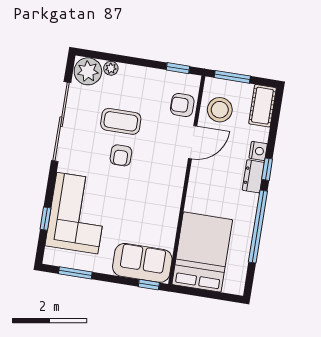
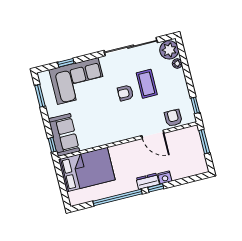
cot: (262, 106) -> (194, 168), removed
stool: (220, 110) -> (180, 143), removed

